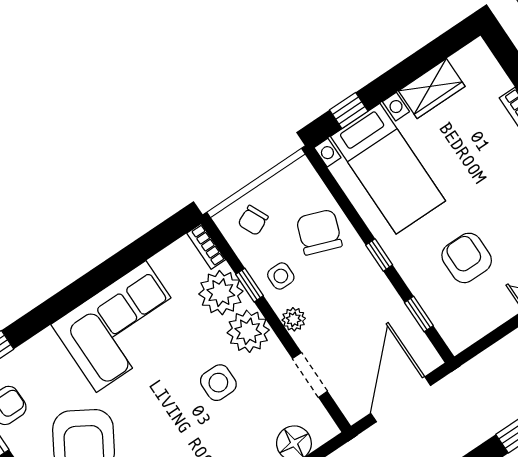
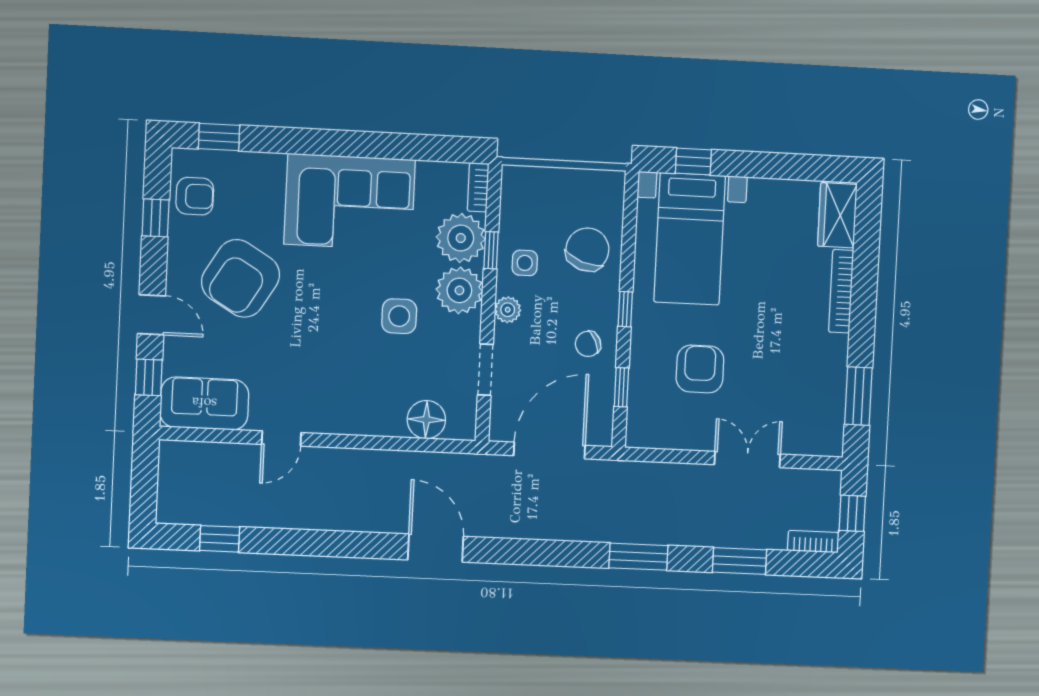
wardrobe: (432, 89) -> (837, 215), moved, turned 90
chair: (253, 220) -> (588, 344), moved

